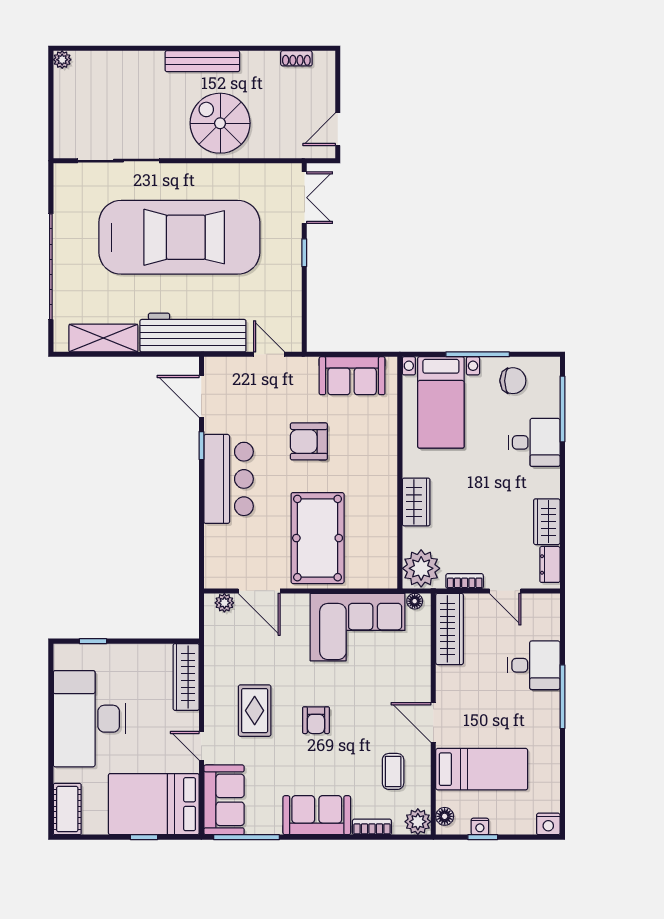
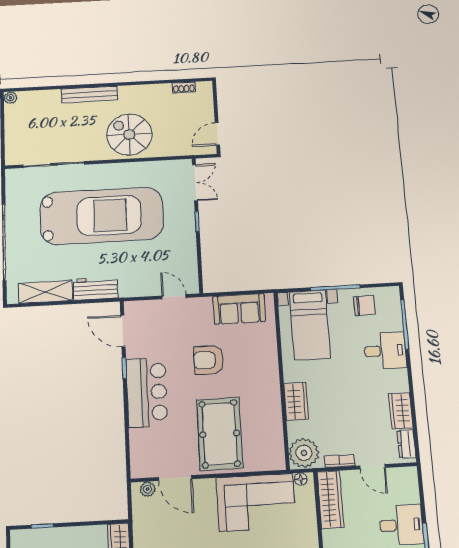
bench: (202, 61) -> (89, 94), moved
workbench: (193, 333) -> (95, 289), width x0.53, depth x0.76

